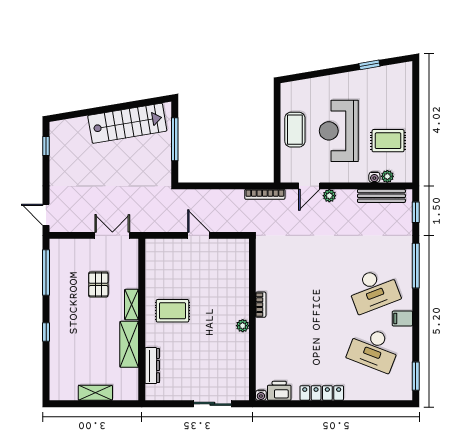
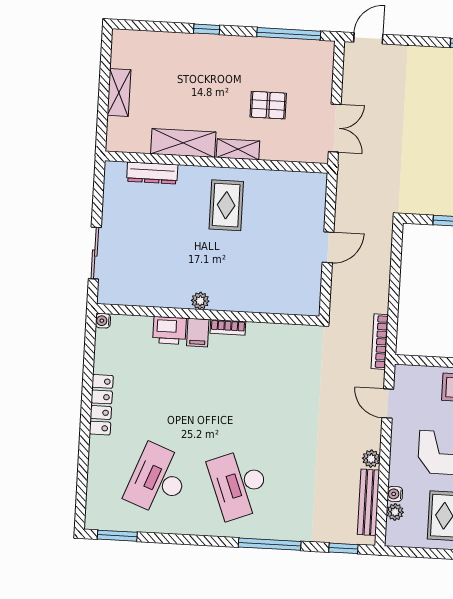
plant: (329, 196) -> (371, 459), moved
filing cabinet: (402, 318) -> (198, 333), moved, turned 180
printer: (279, 391) -> (169, 330), moved, turned 90

